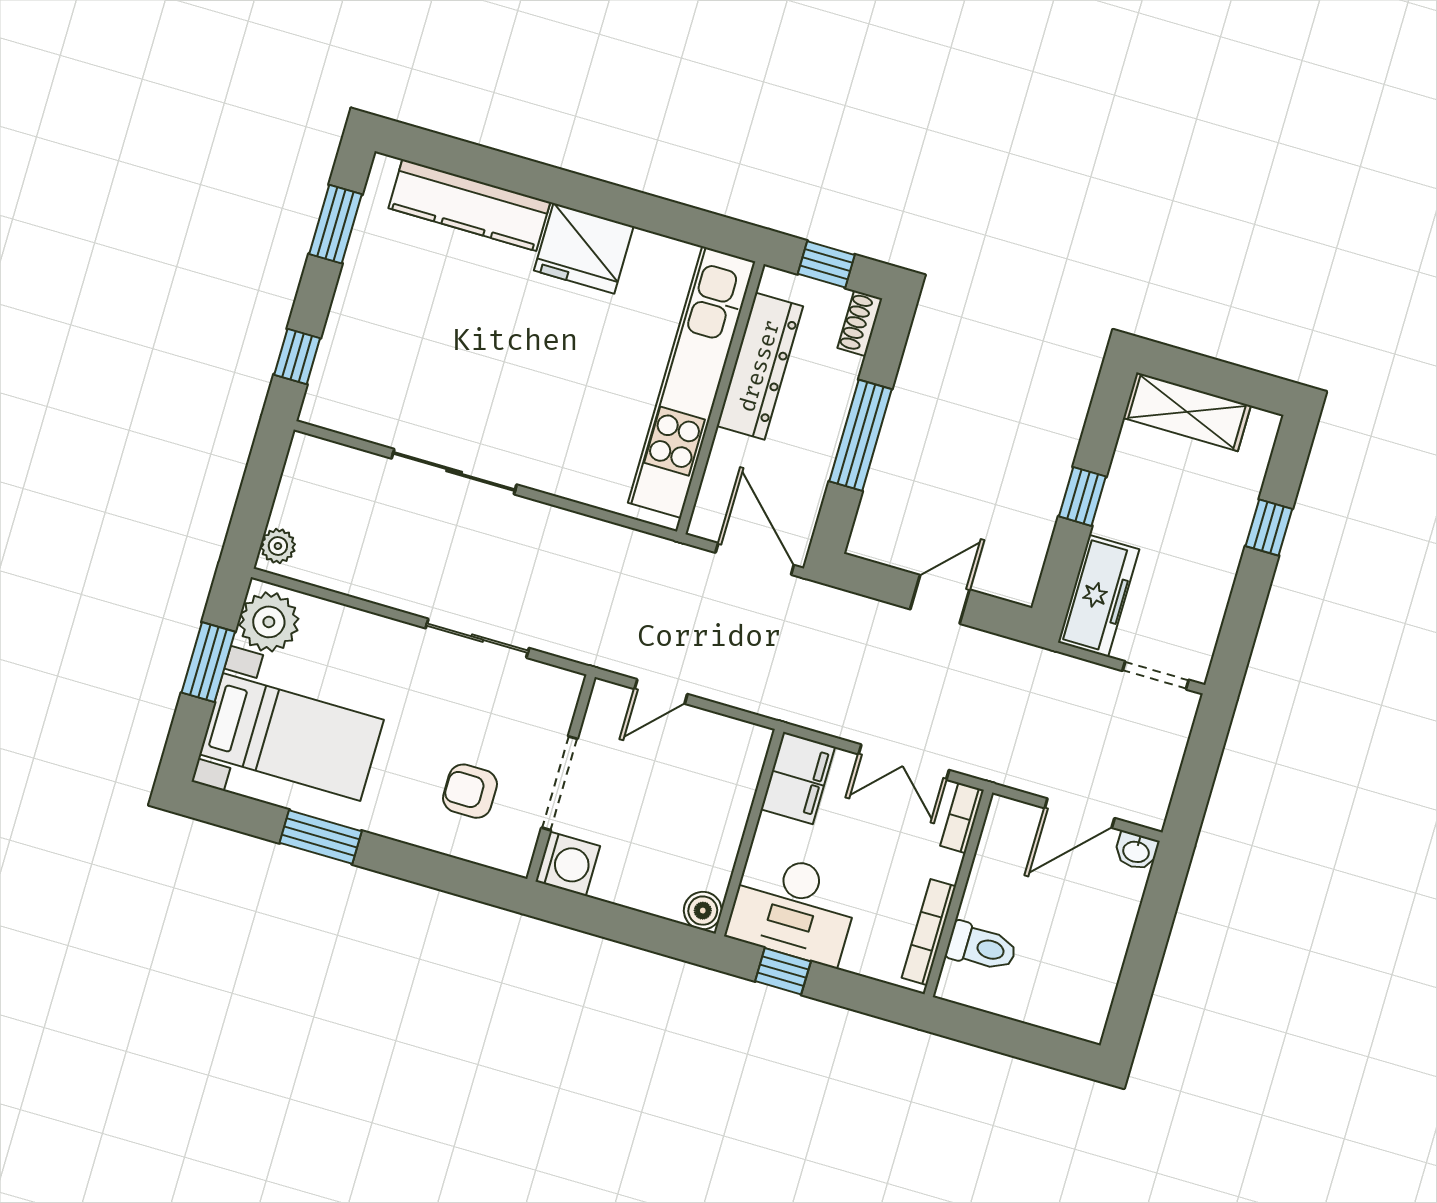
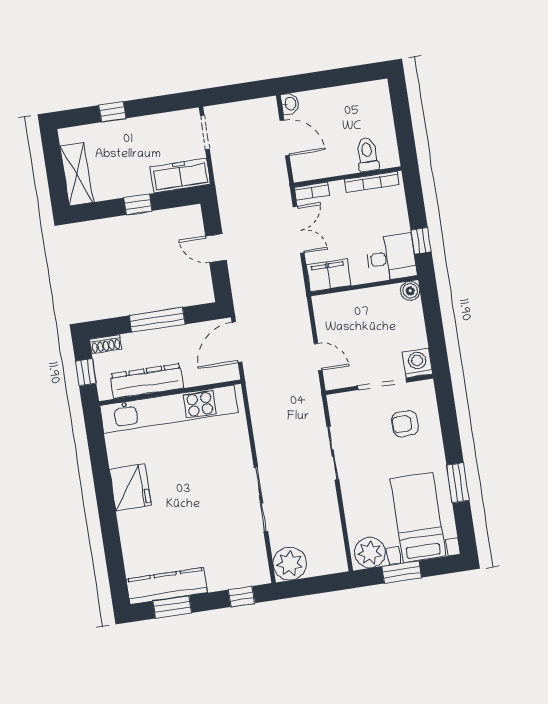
kitchen counter: (469, 205) -> (167, 586), moved, turned -90
plant: (278, 546) -> (290, 564), moved, width x1.88, depth x1.88
armchair: (470, 791) -> (405, 424), turned 90
desk: (793, 908) -> (391, 258), width x0.73

